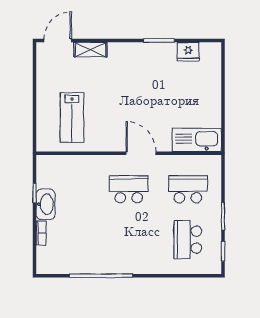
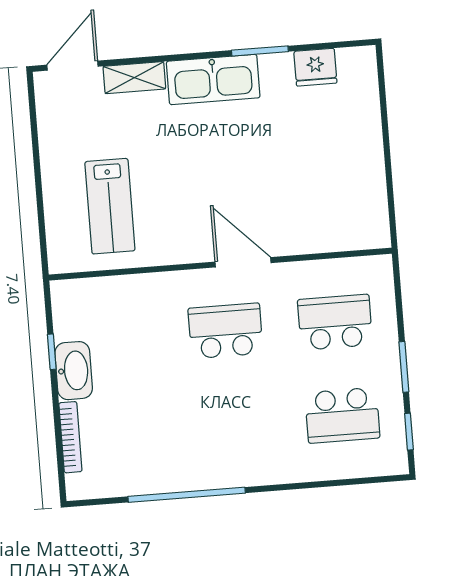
kitchen sink: (197, 140) -> (213, 80), moved, turned 180
bookcase: (41, 233) -> (70, 437), width x1.56
school desk: (188, 240) -> (342, 415), turned -90

